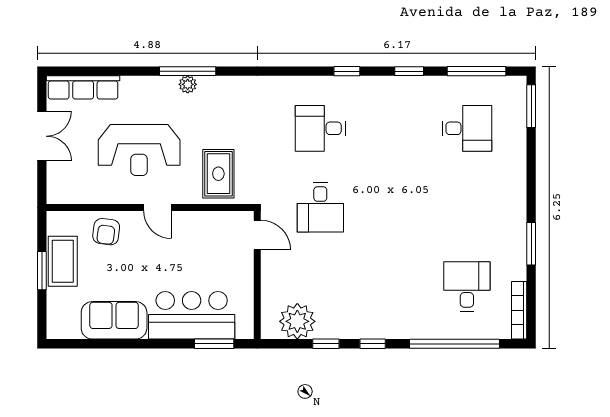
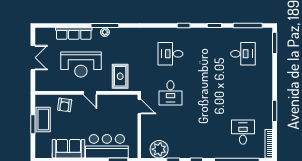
row of seats: (83, 87) -> (74, 34), moved

